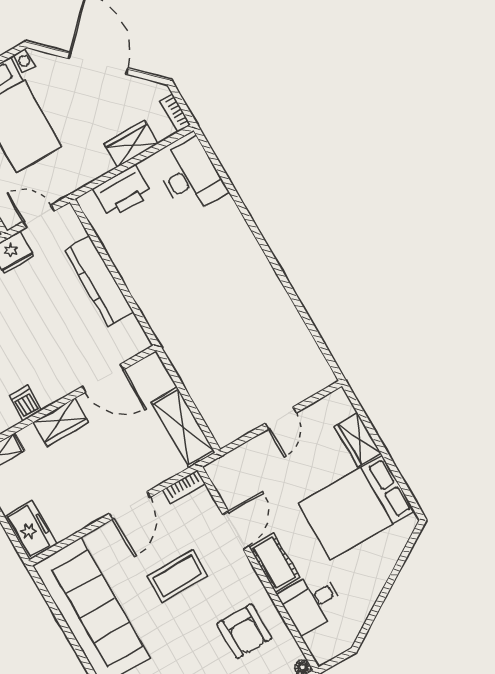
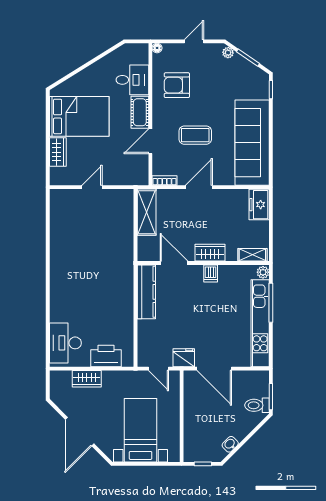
bookcase: (175, 113) -> (54, 382), removed
kitchen counter: (99, 281) -> (146, 292), moved
dishwasher: (26, 403) -> (211, 273), moved
armchair: (244, 631) -> (177, 85), turned -90

